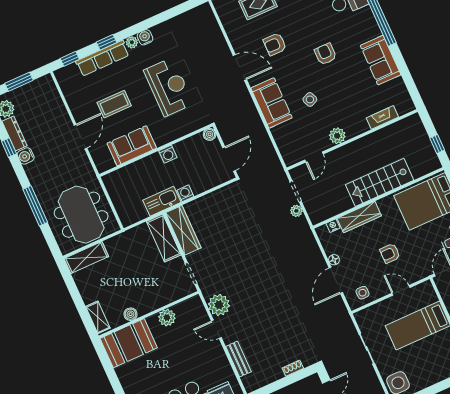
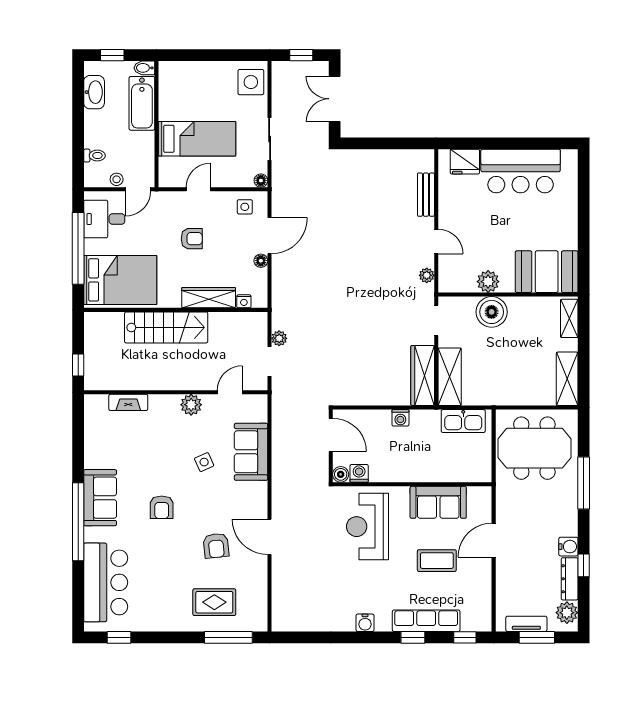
plant: (132, 42) -> (383, 624), removed
armchair: (275, 44) -> (216, 546), turned 84
sofa: (381, 60) -> (100, 498), moved
reception desk: (169, 87) -> (368, 527), moved
tv unit: (31, 88) -> (526, 624), added
sofa: (272, 103) -> (251, 452), moved
window: (437, 144) -> (78, 365), moved
washing machine: (168, 154) -> (359, 473), moved
door: (229, 159) -> (331, 435), swing flipped
kitchen sink: (162, 201) -> (463, 421), moved
meeting table: (81, 215) -> (534, 448), turned 90
shelving: (86, 258) -> (567, 379), moved, turned 90
door: (401, 290) -> (198, 189), swing flipped
plant: (219, 305) -> (427, 275), width x0.53, depth x0.53
boiler: (131, 314) -> (492, 312), moved, width x1.86, depth x1.86
floor lamp: (360, 316) -> (261, 181), added
shoe rack: (293, 368) -> (367, 155), removed

